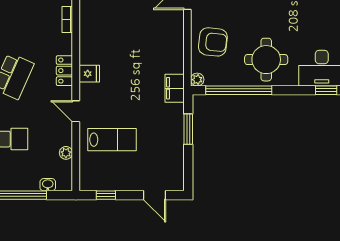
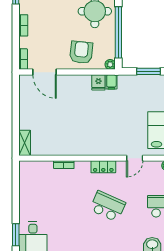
fridge: (89, 74) -> (98, 82), moved, turned 180
filing cabinet: (175, 88) -> (111, 82), width x0.50

